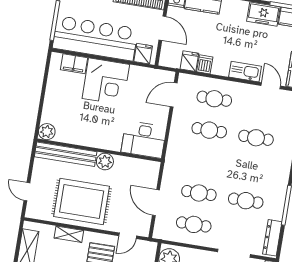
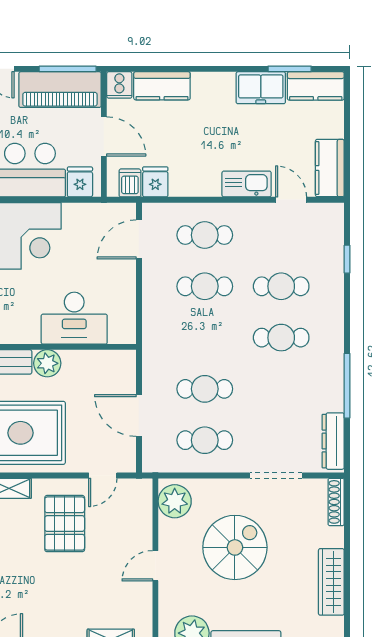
dishwasher: (205, 64) -> (130, 183), moved
desk: (144, 139) -> (74, 318), moved
cafe table: (246, 201) -> (281, 338), moved

